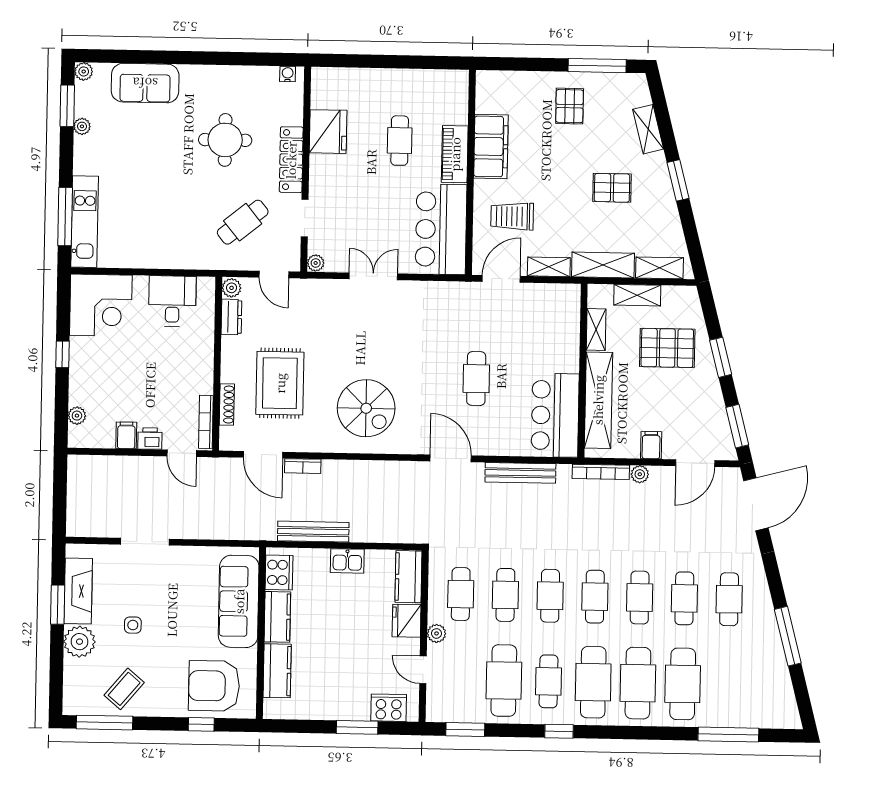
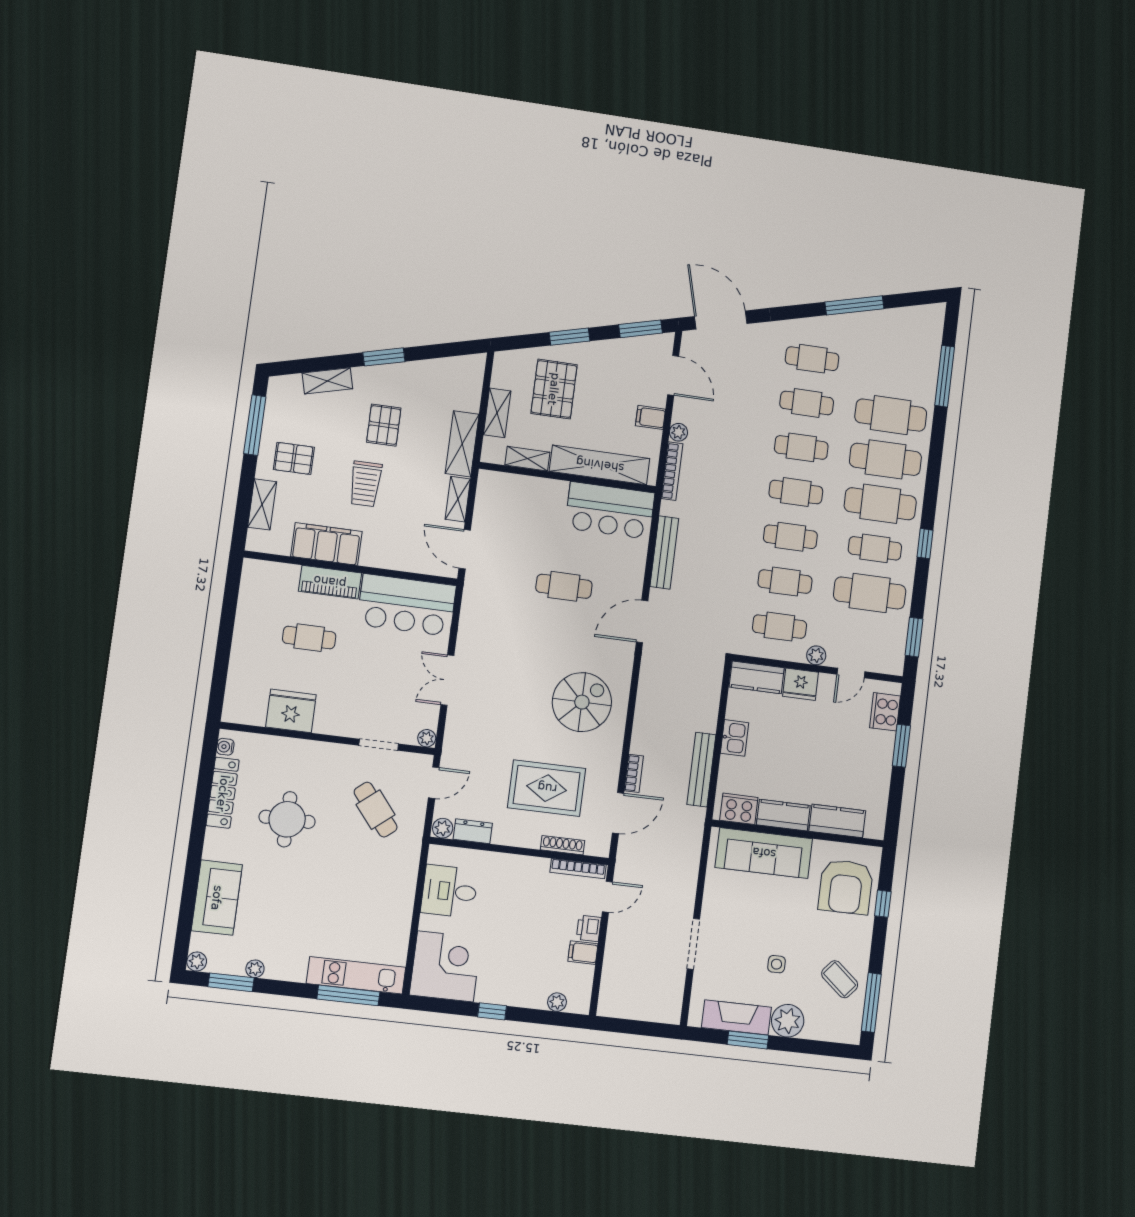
locker: (291, 160) -> (223, 793), moved, turned -90
trolley: (512, 216) -> (365, 484), moved
shelving: (659, 268) -> (262, 504), moved

